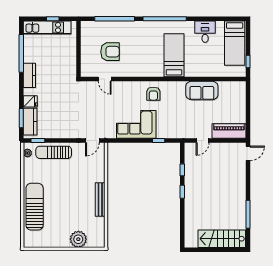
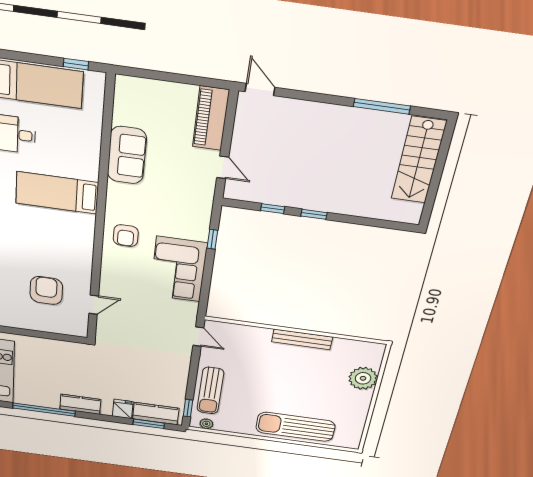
armchair: (153, 94) -> (126, 236), turned 90

